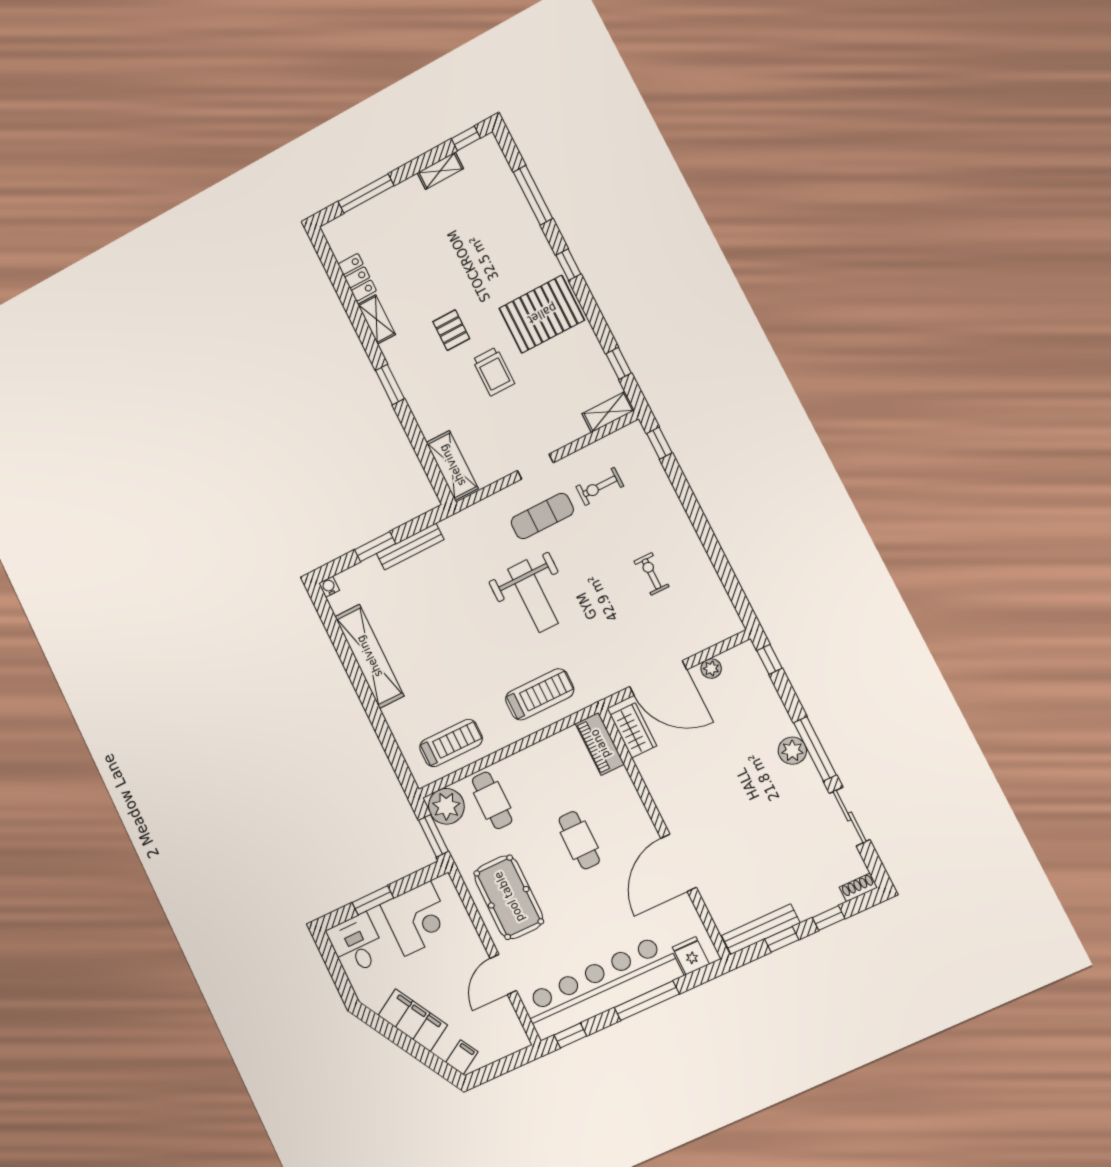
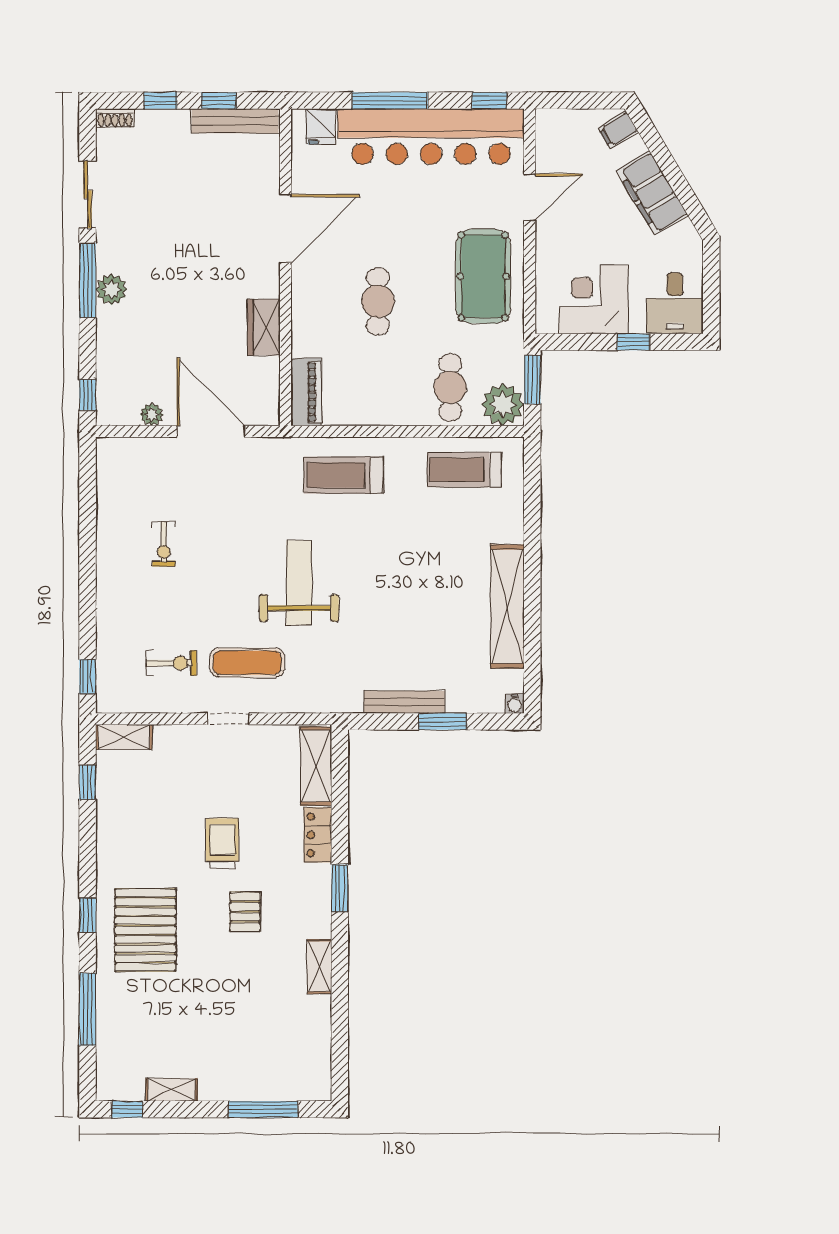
locker: (357, 277) -> (318, 835), moved
pallet: (542, 314) -> (145, 930), moved, turned 90
wardrobe: (633, 730) -> (264, 327), moved
window: (373, 900) -> (633, 342), width x0.67

